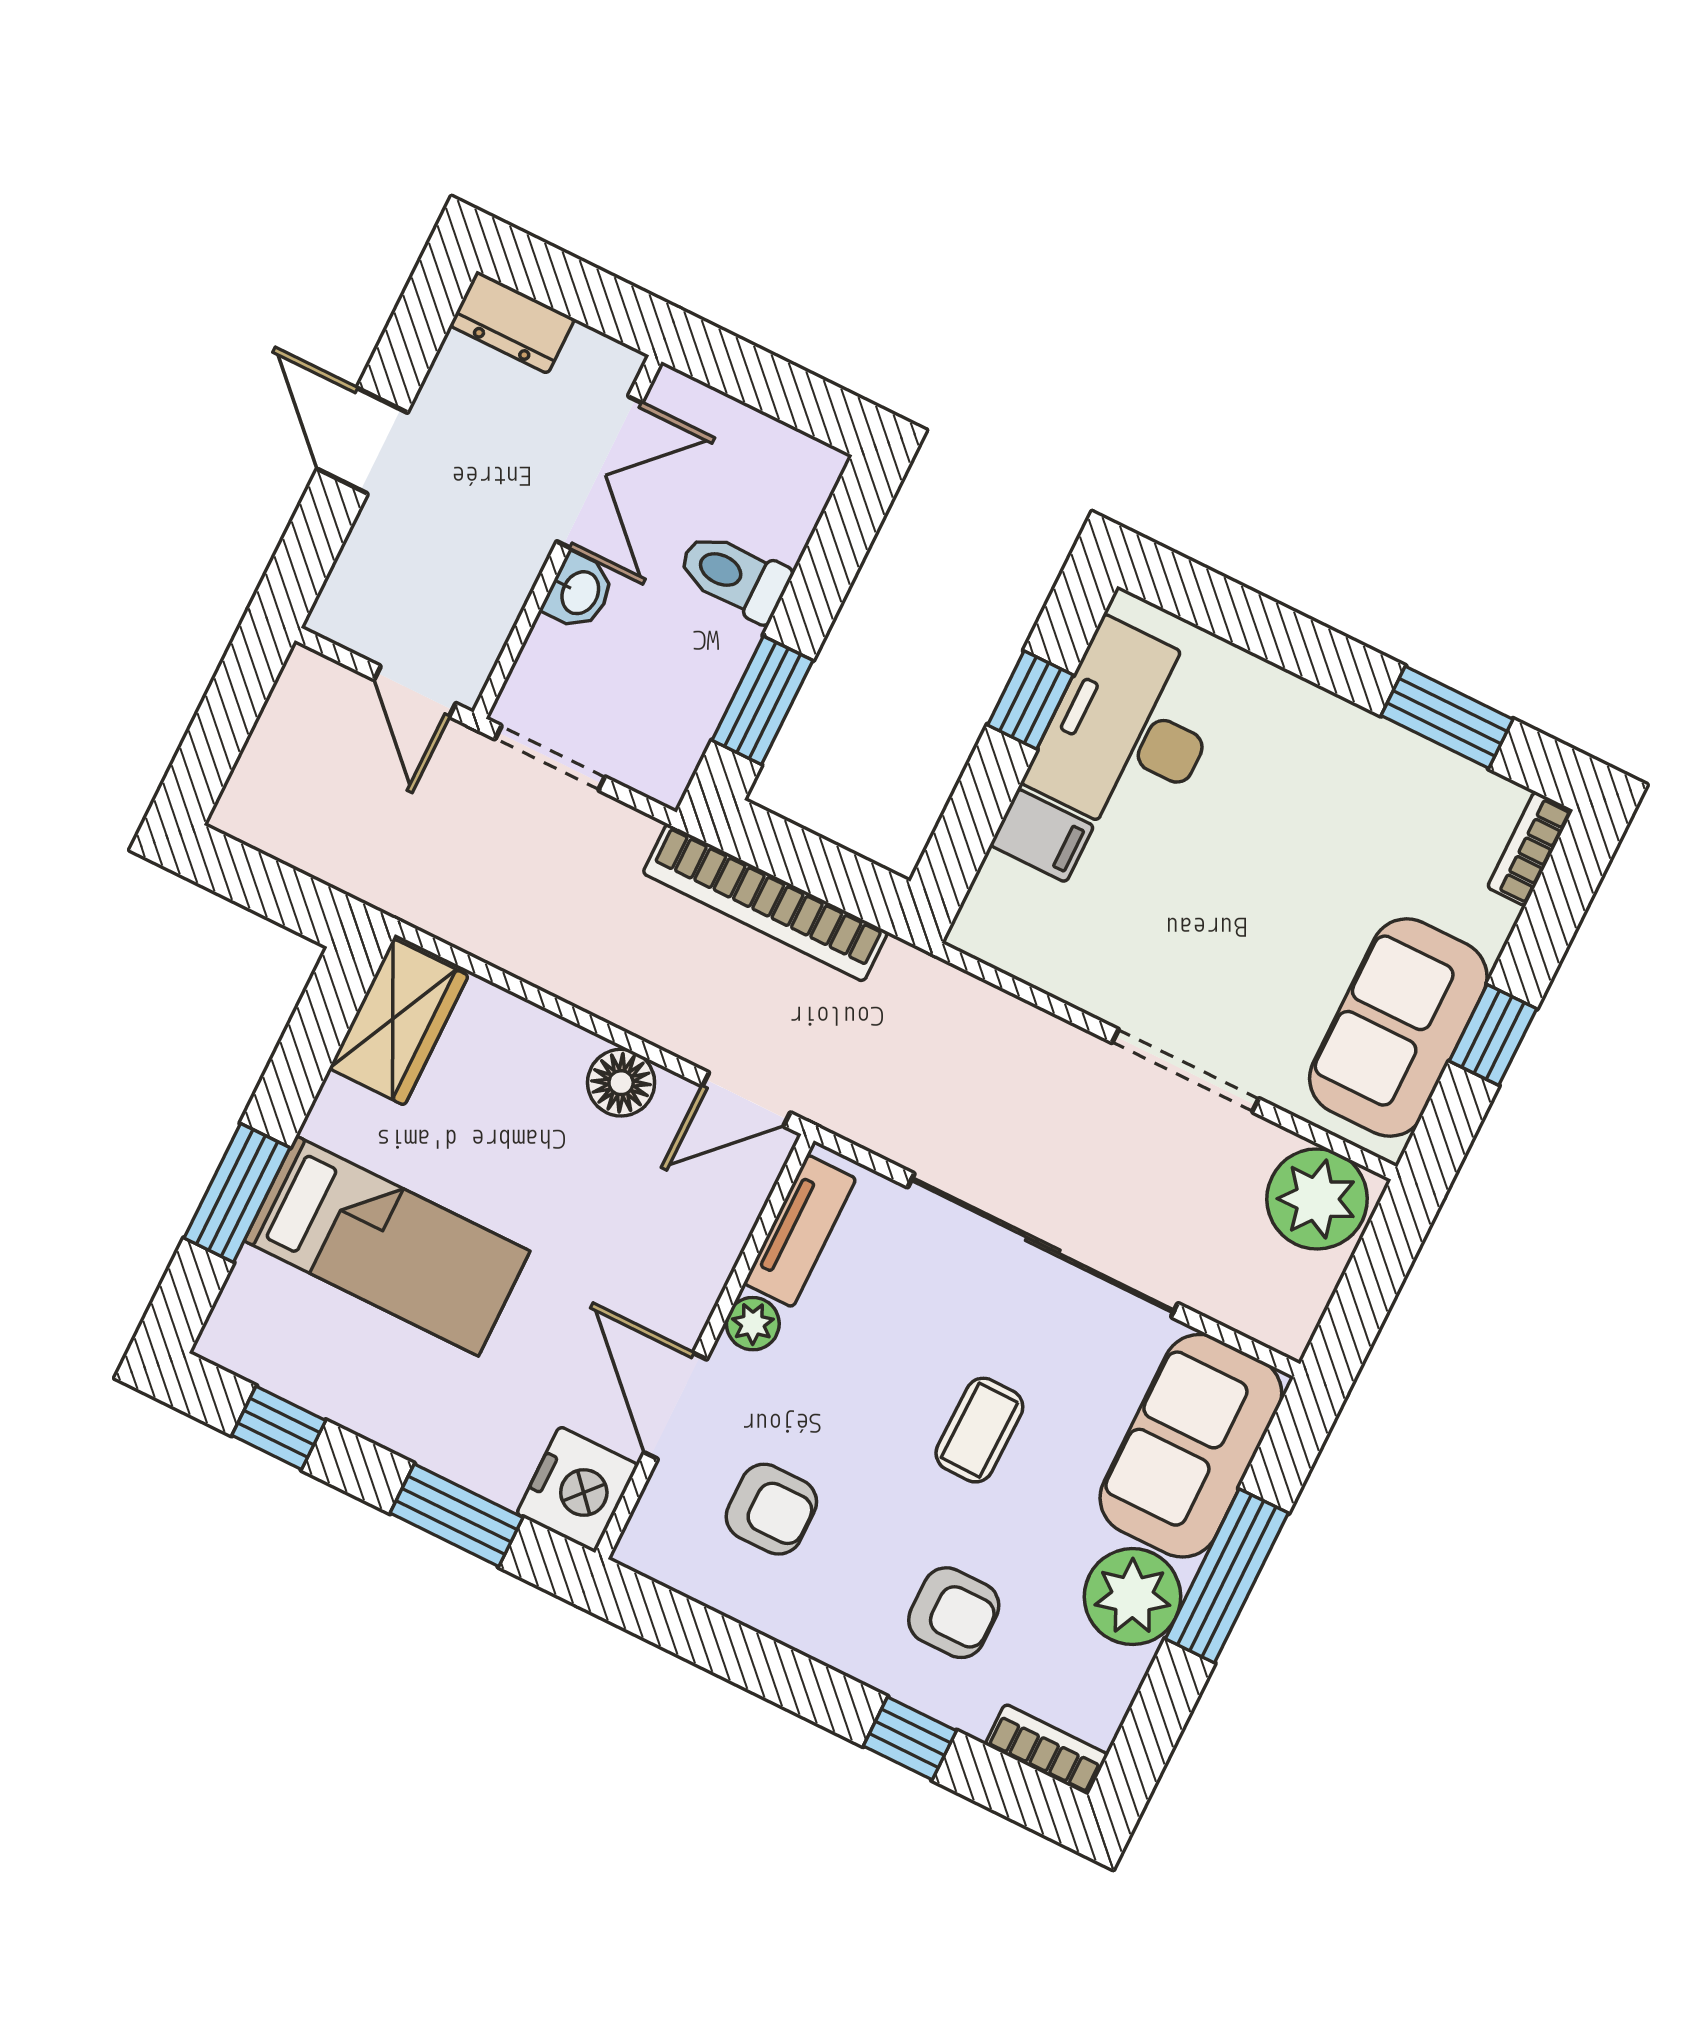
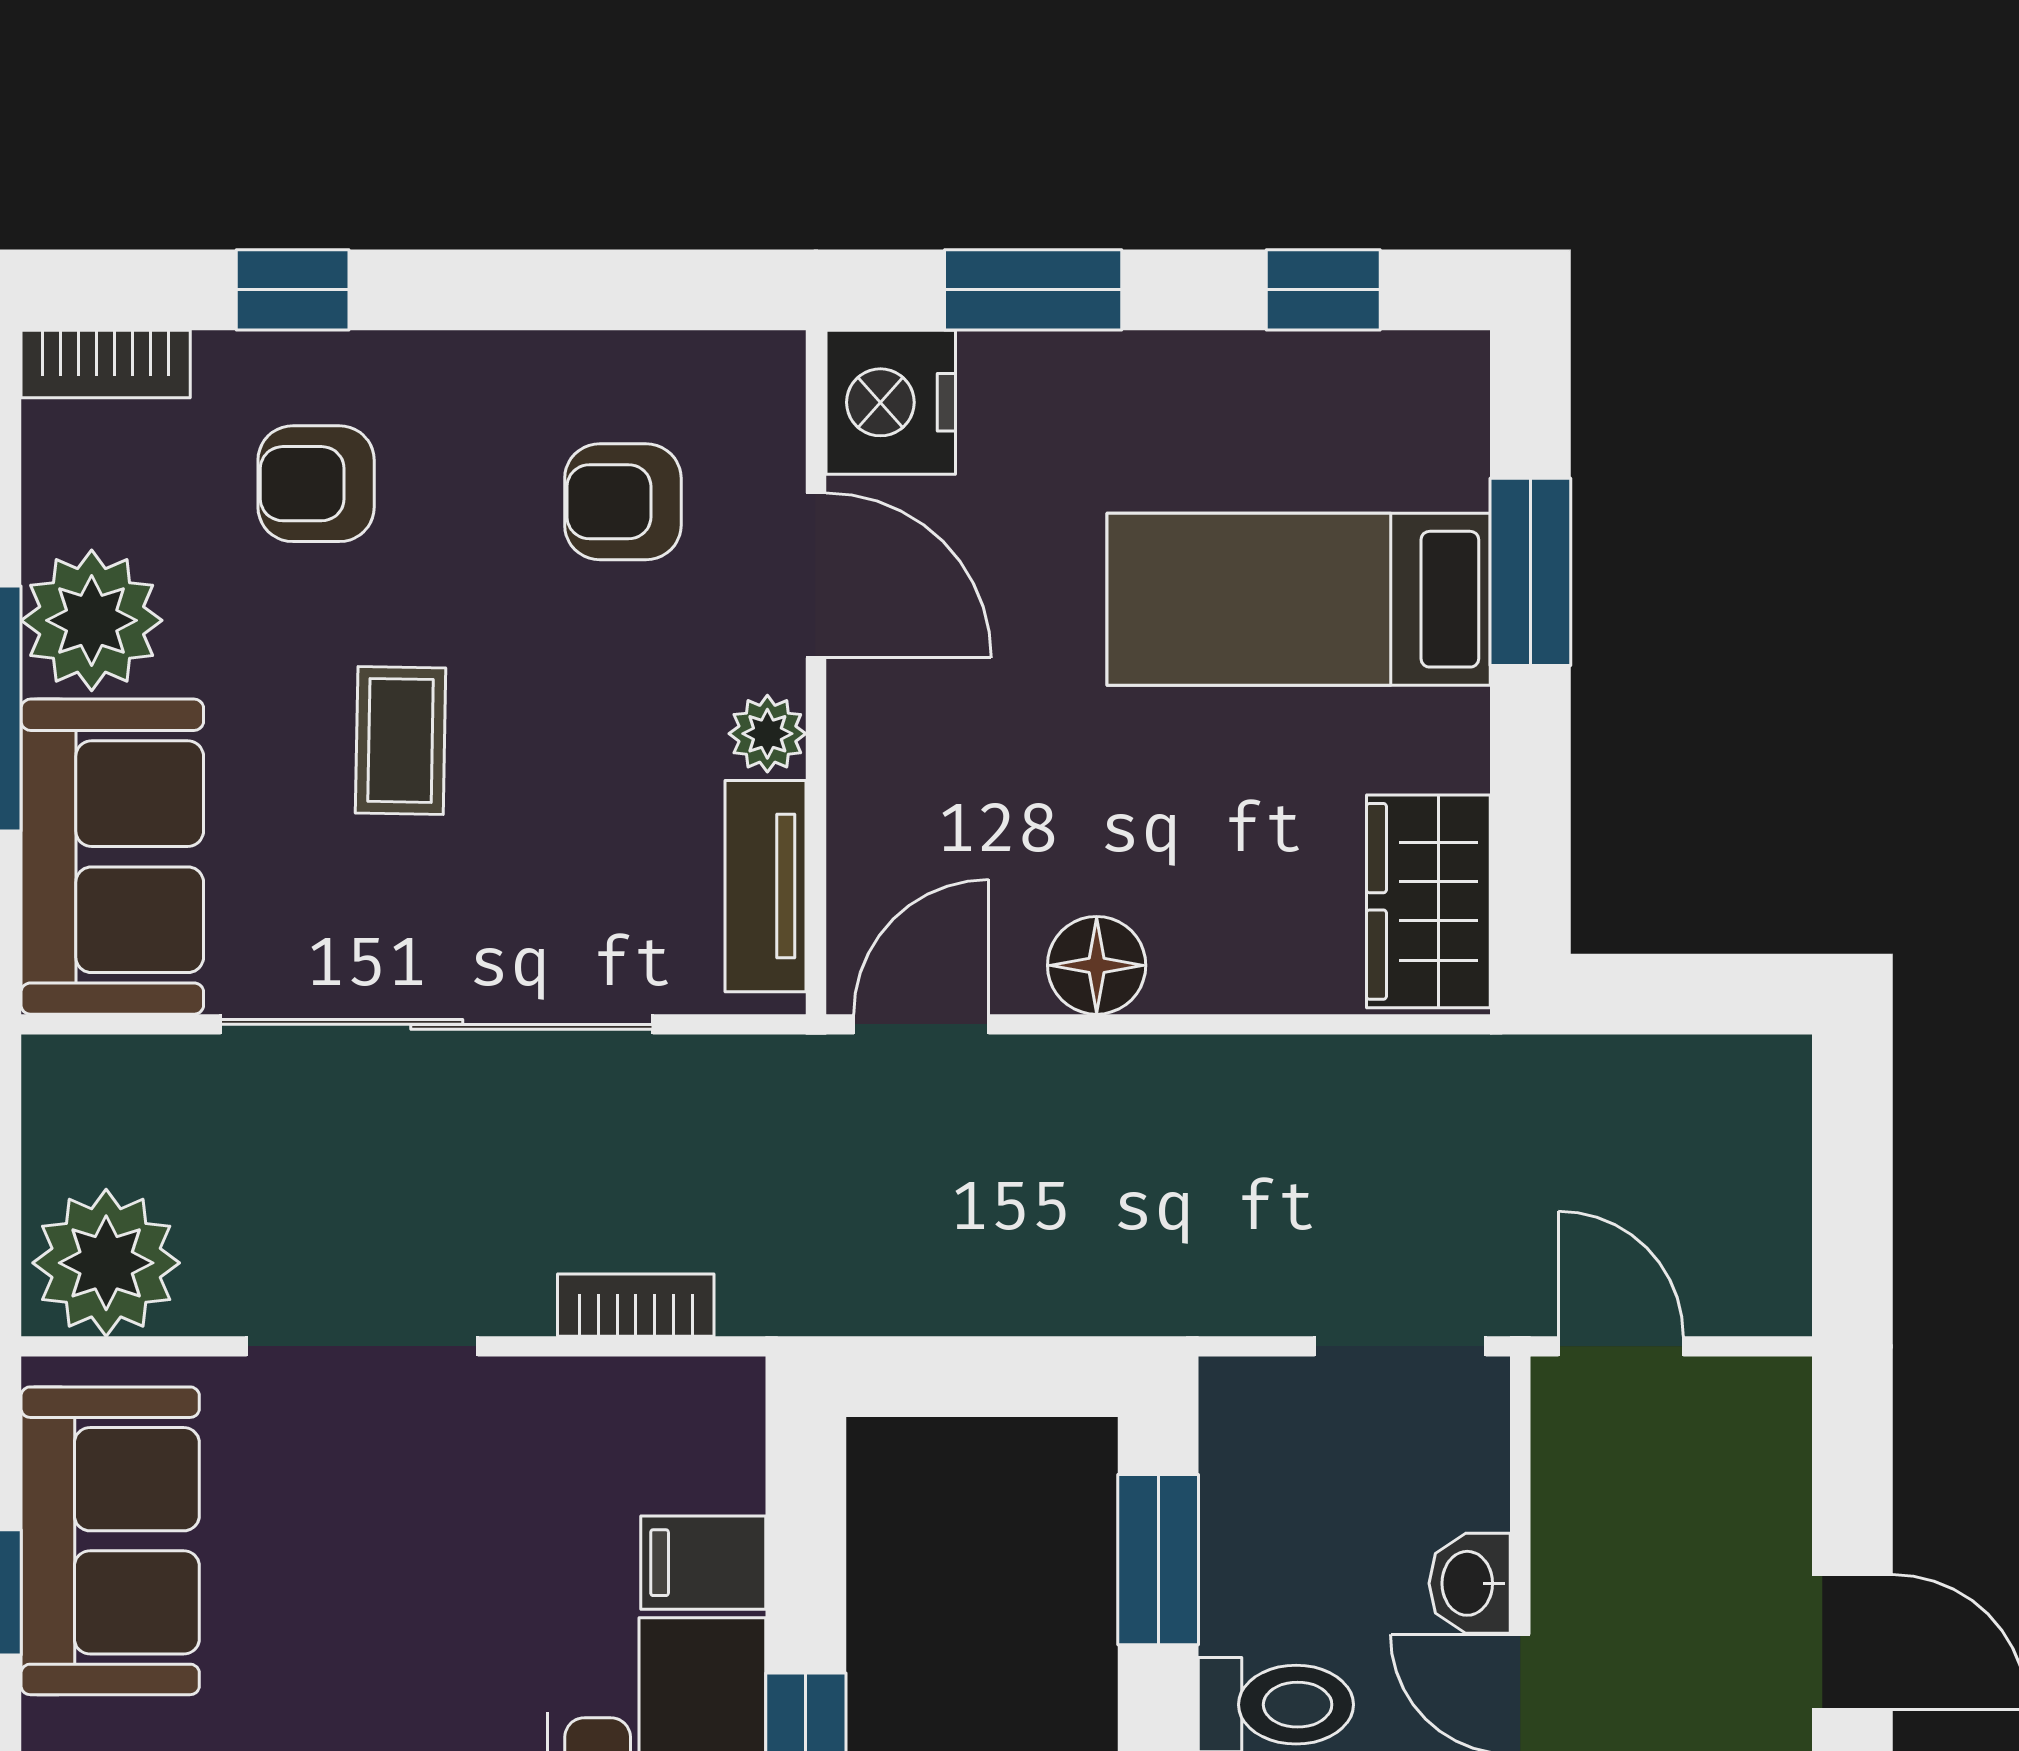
bookcase: (765, 903) -> (636, 1305), moved, width x0.43, depth x0.76

